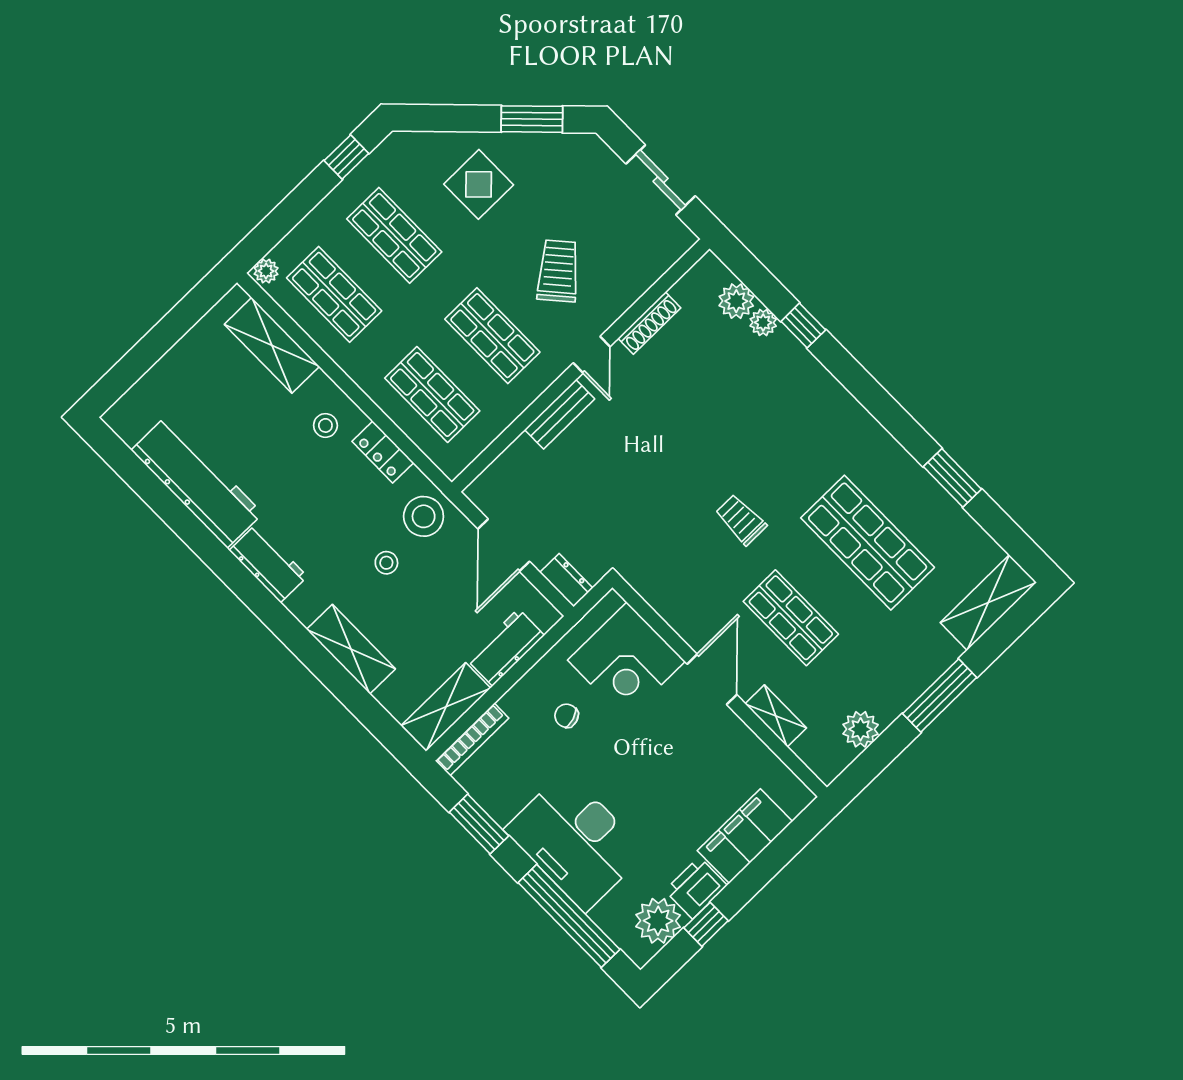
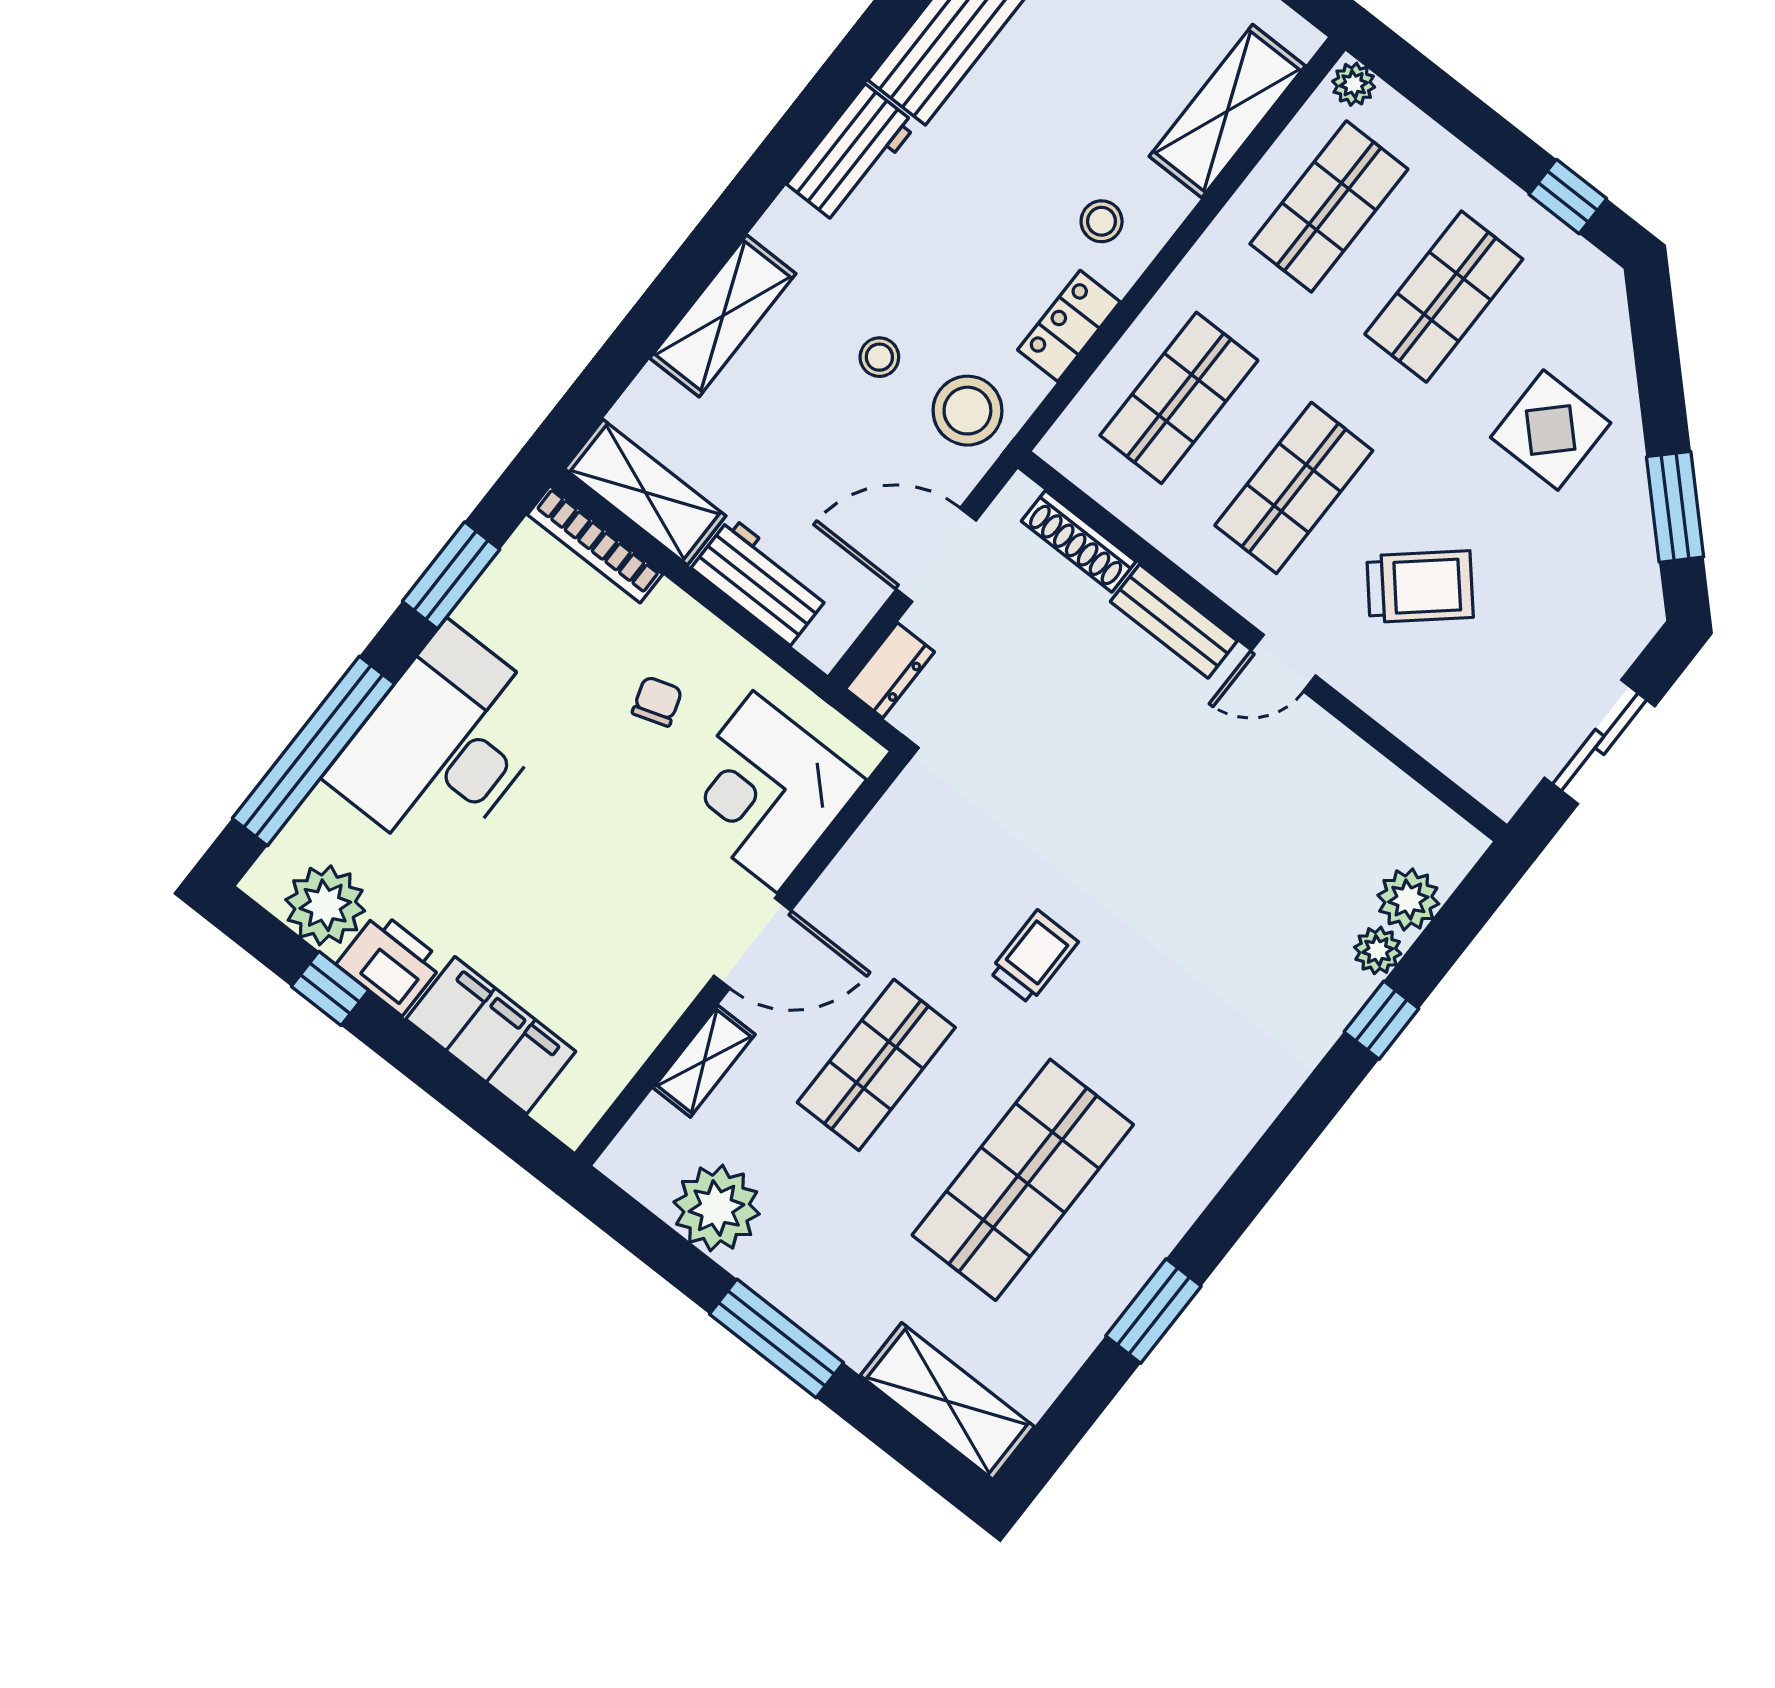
shoe rack: (649, 323) -> (1079, 541), moved
plant: (861, 729) -> (717, 1208), width x1.36, depth x1.36

